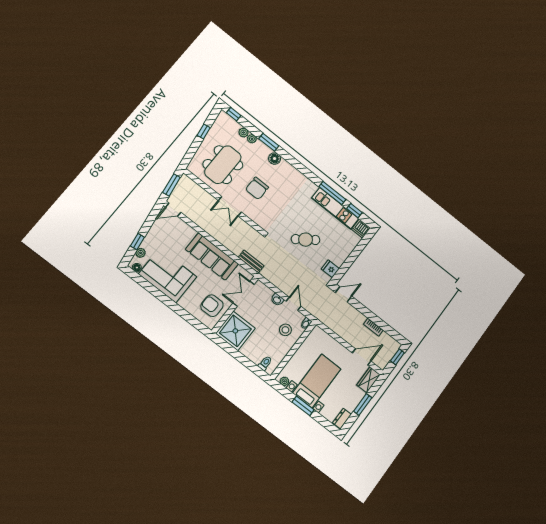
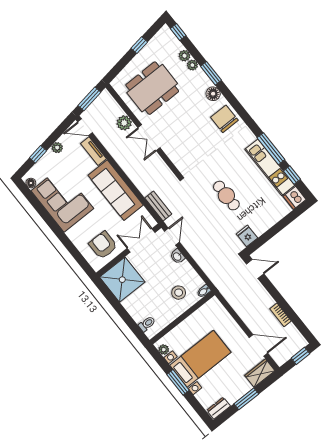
chair: (257, 188) -> (224, 119), moved, turned 90
plant: (206, 199) -> (124, 123), added
tv unit: (185, 228) -> (93, 151), added
cafe table: (306, 240) -> (226, 196), turned 36
plant: (141, 253) -> (57, 148), moved
door: (294, 304) -> (172, 237), moved

